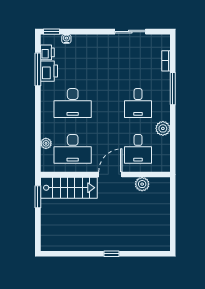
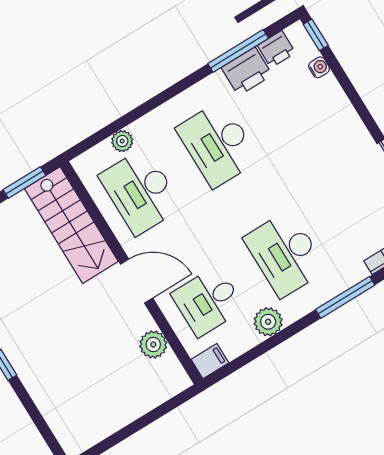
desk: (138, 103) -> (285, 254), width x1.37
filing cabinet: (164, 164) -> (210, 361), added

